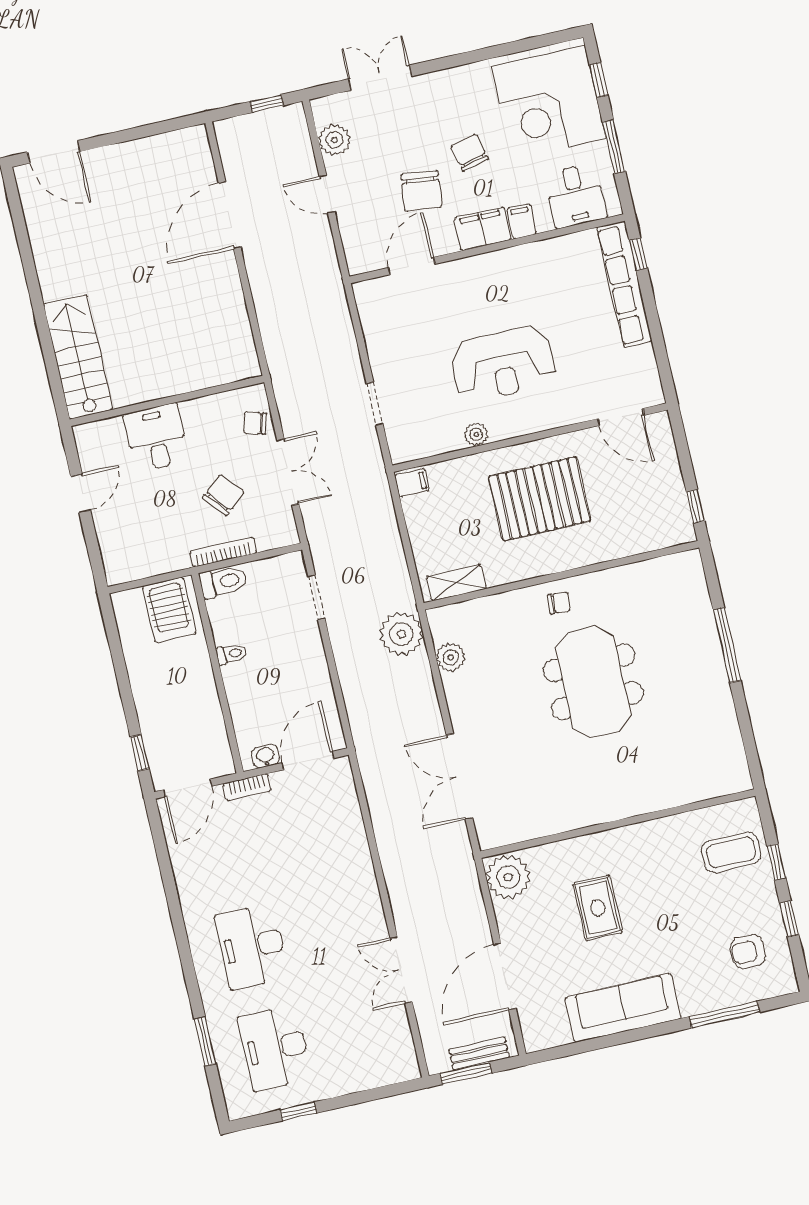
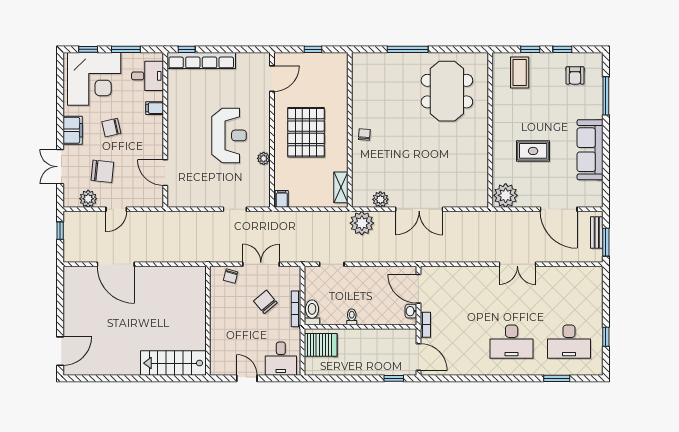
chair: (421, 191) -> (102, 171), moved
filing cabinet: (483, 229) -> (73, 130), moved, turned 180
desk: (156, 438) -> (281, 359), moved, turned -90
window: (695, 506) -> (313, 49), moved
meeting table: (593, 682) -> (447, 91), moved, turned 90
double door: (459, 776) -> (419, 209), moved
double door: (401, 970) -> (517, 264), moved

